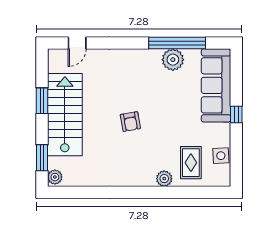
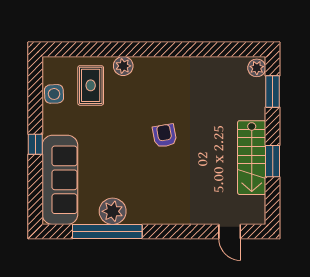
door: (77, 43) -> (230, 232), swing flipped
stairs: (65, 115) -> (252, 158), width x0.73, depth x0.66

